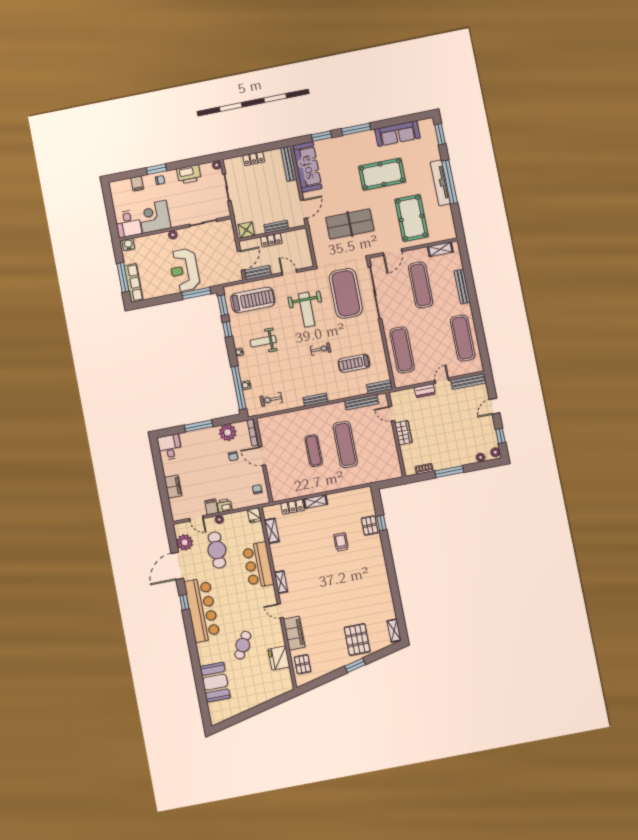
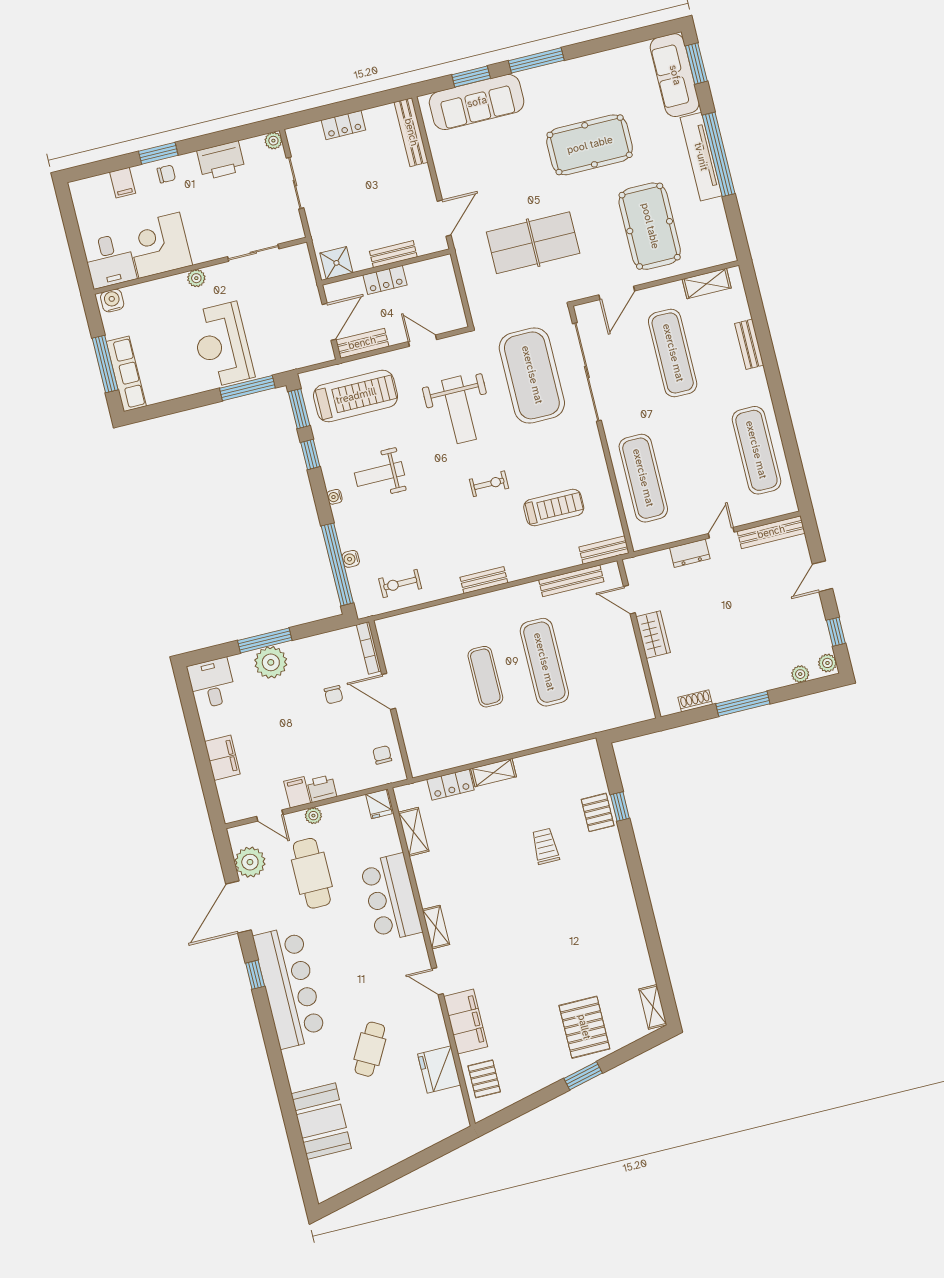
sofa: (397, 134) -> (675, 75), moved, turned 90
sofa: (307, 167) -> (477, 102), moved, turned 90
bench: (462, 287) -> (749, 344), width x0.73
treadmill: (354, 363) -> (554, 508), turned 180
plant: (228, 432) -> (271, 662), moved

